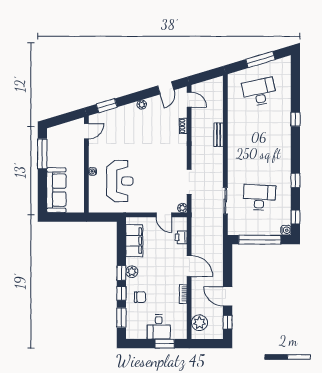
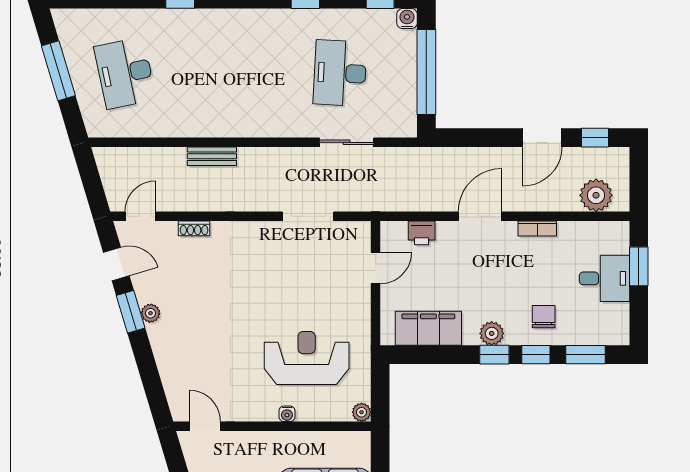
window: (107, 106) -> (131, 312), moved
plant: (182, 208) -> (362, 412), moved

